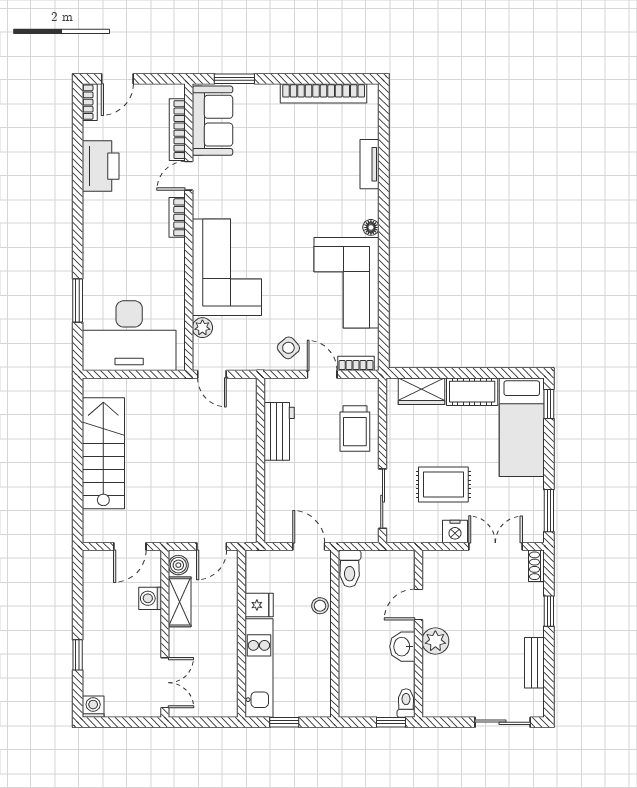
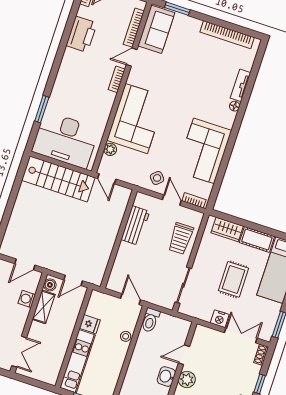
floor lamp: (371, 227) -> (235, 106), moved
stairs: (103, 453) -> (58, 179), moved, turned 90
rug: (443, 485) -> (233, 279), moved, turned 90

